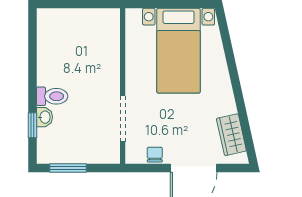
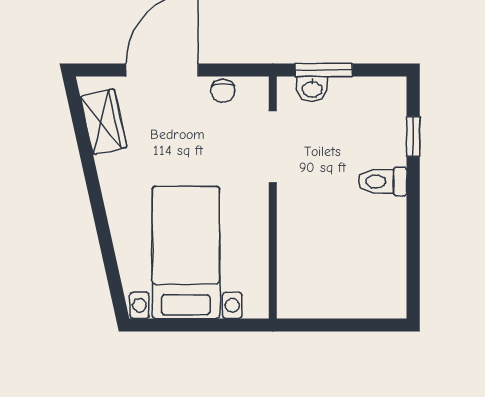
washbasin: (45, 117) -> (312, 89), moved, turned -90
window: (68, 168) -> (324, 70), moved

